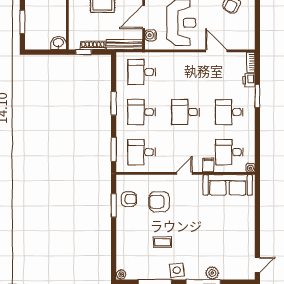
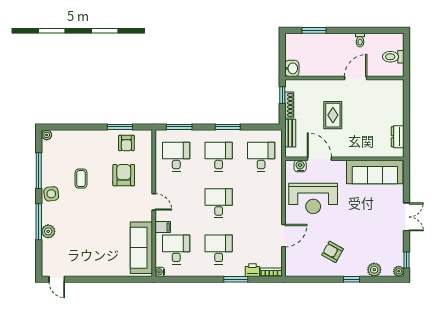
bench: (124, 45) -> (290, 133), width x0.73

